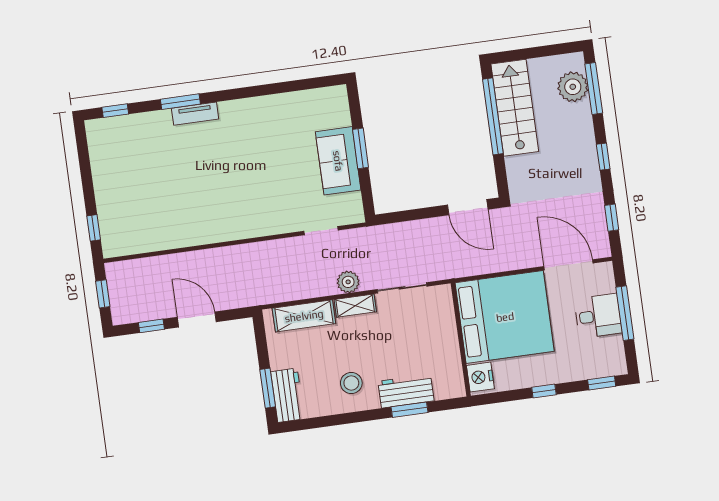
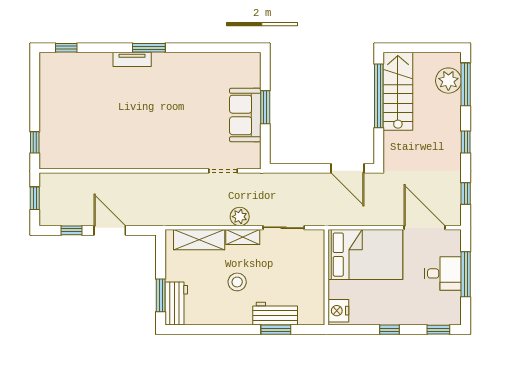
window: (180, 102) -> (149, 48), moved
bed: (505, 317) -> (365, 255), width x0.73
stool: (351, 383) -> (237, 282), moved

